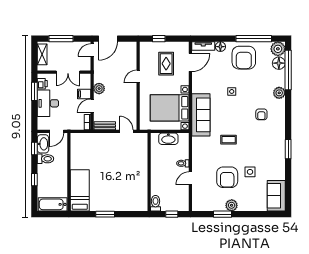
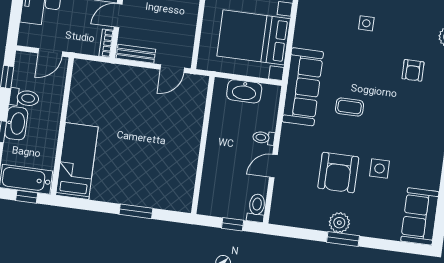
sofa: (201, 115) -> (303, 87), moved
door: (126, 131) -> (172, 69), swing flipped
washbasin: (43, 144) -> (16, 123), moved
toilet: (155, 203) -> (257, 208), moved
window: (54, 214) -> (27, 197), added
window: (105, 214) -> (136, 211), moved
window: (223, 214) -> (343, 239), moved

